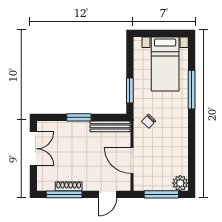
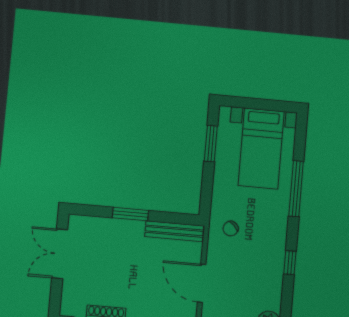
window: (130, 90) -> (211, 144), moved
window: (192, 141) -> (290, 263), added
double door: (33, 149) -> (60, 254), swing flipped

